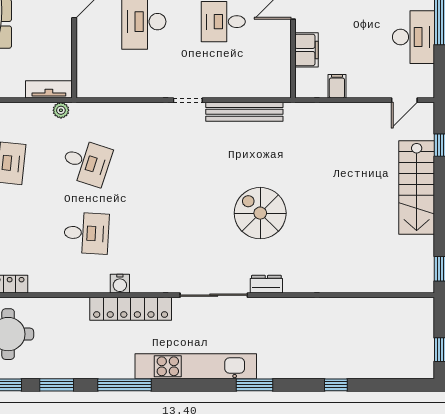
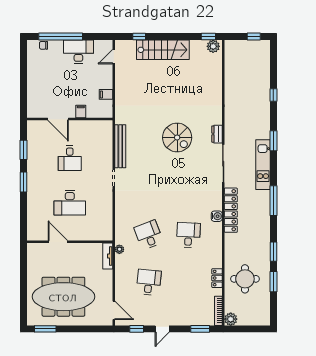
filing cabinet: (307, 50) -> (81, 112), width x0.50
door: (404, 100) -> (114, 57), swing flipped
desk: (86, 162) -> (149, 235), turned -39
spiral stairs: (260, 213) -> (177, 138), turned -90
plant: (423, 277) -> (213, 46), added
kitchen unit: (196, 366) -> (263, 165), width x0.73
window: (125, 385) -> (273, 201), moved

